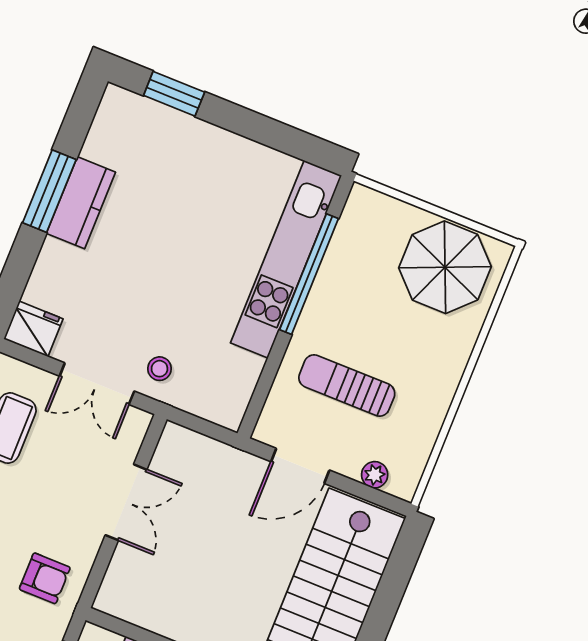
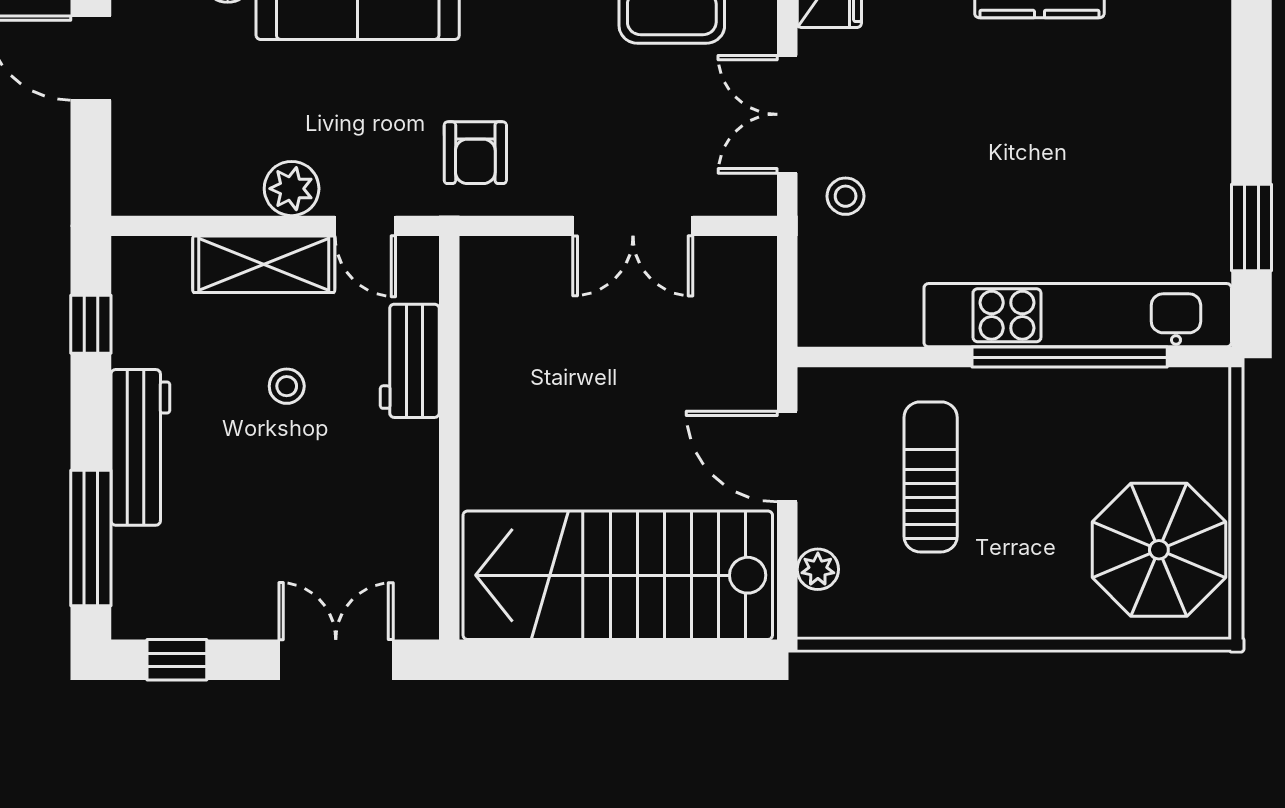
window: (174, 94) -> (1251, 228), moved

